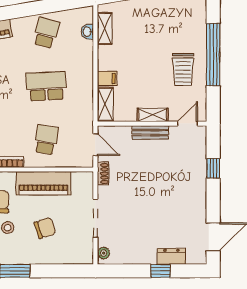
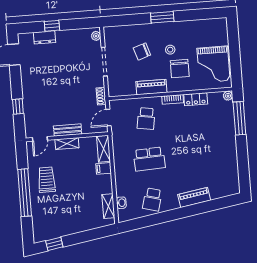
door: (95, 145) -> (109, 118), hinge flipped
piano: (43, 183) -> (151, 87), width x0.73, depth x0.75

